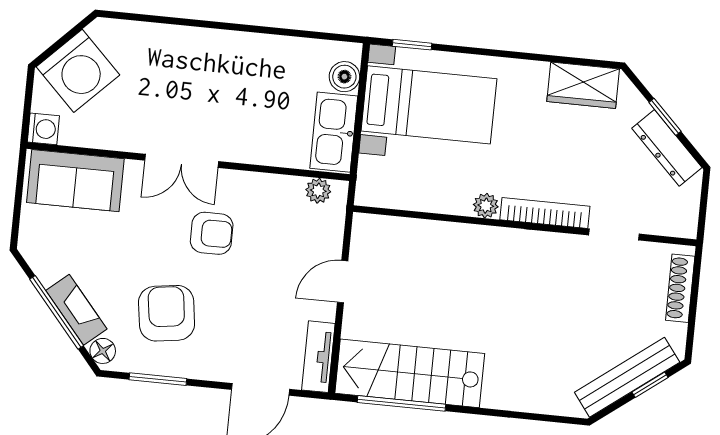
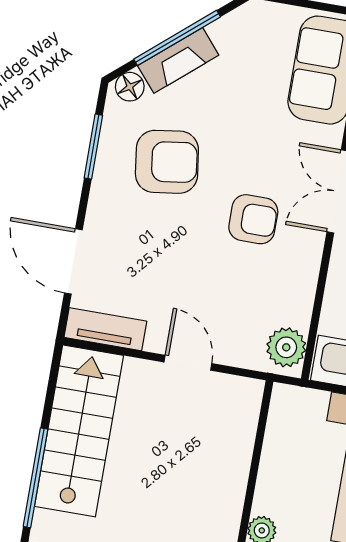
plant: (318, 191) -> (286, 347), width x1.38, depth x1.38
armchair: (212, 233) -> (253, 219), turned -90
window: (401, 403) -> (36, 478), moved

